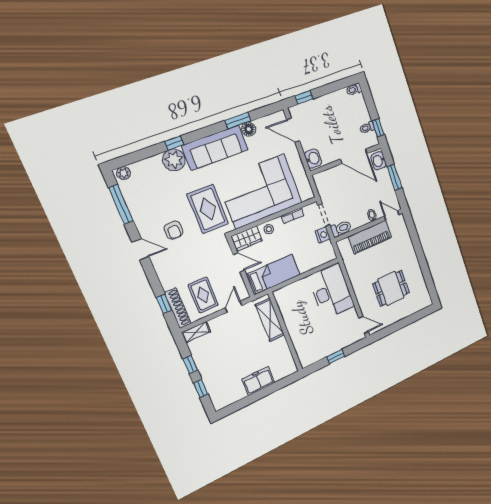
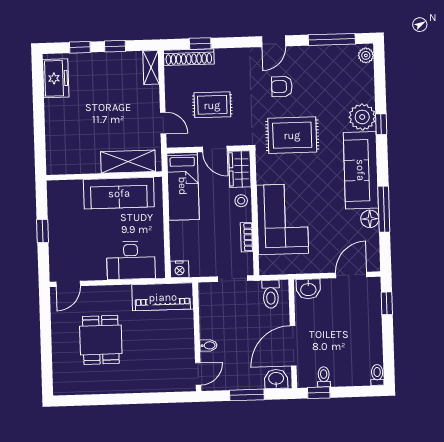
window: (238, 121) -> (384, 209), width x1.44
corner sofa: (260, 191) -> (282, 219), width x0.73, depth x0.74
toilet: (341, 229) -> (271, 294), moved
nightstand: (323, 235) -> (180, 269), moved
piano: (370, 237) -> (163, 297), moved, turned -90
door: (239, 262) -> (215, 149), hinge flipped
desk: (331, 292) -> (131, 260), width x0.73, depth x0.77
rug: (203, 295) -> (212, 105), moved
sofa: (293, 317) -> (119, 193), added
freezer: (258, 381) -> (56, 78), moved

